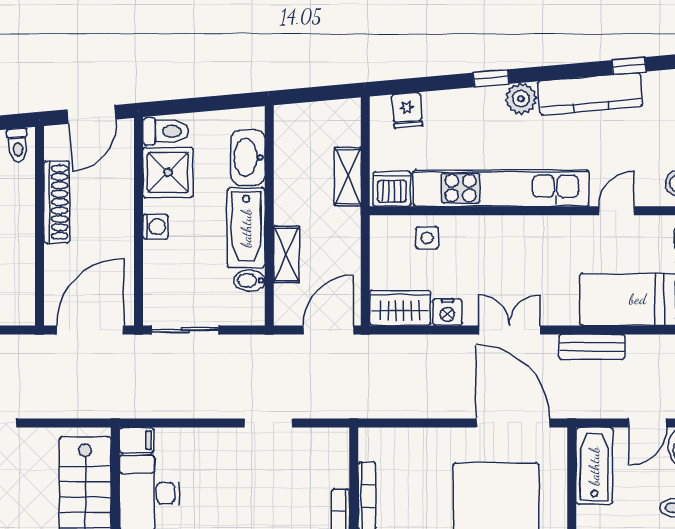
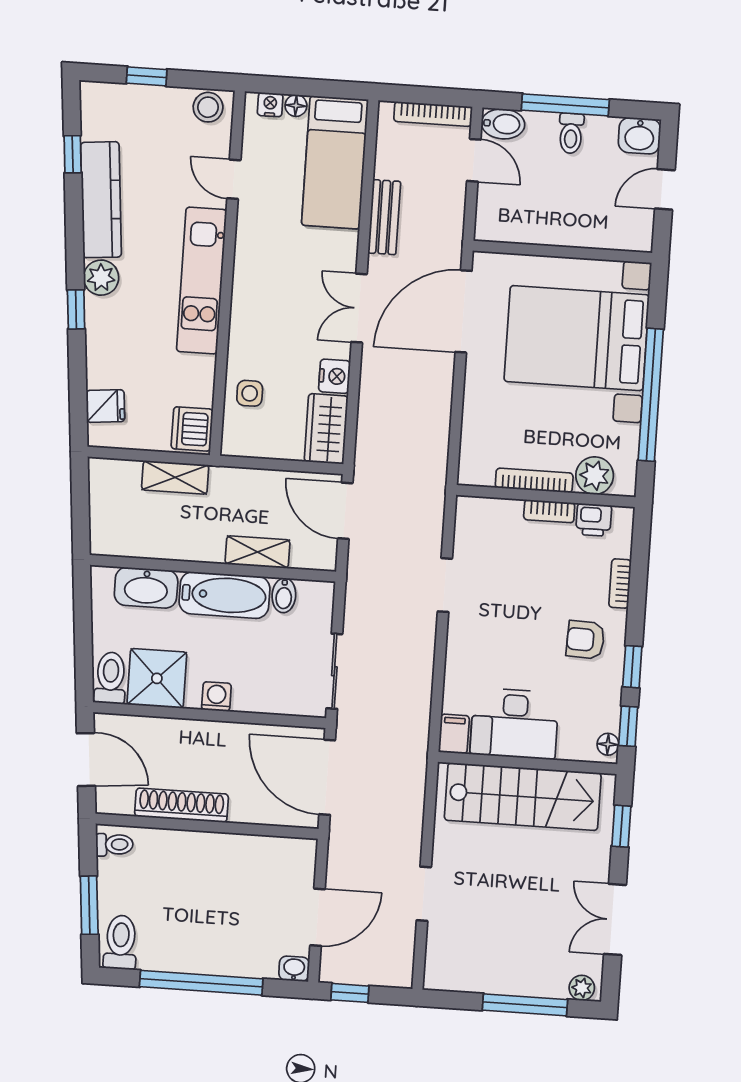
kitchen unit: (501, 188) -> (202, 281), width x0.73
bathtub: (594, 466) -> (518, 223), removed

